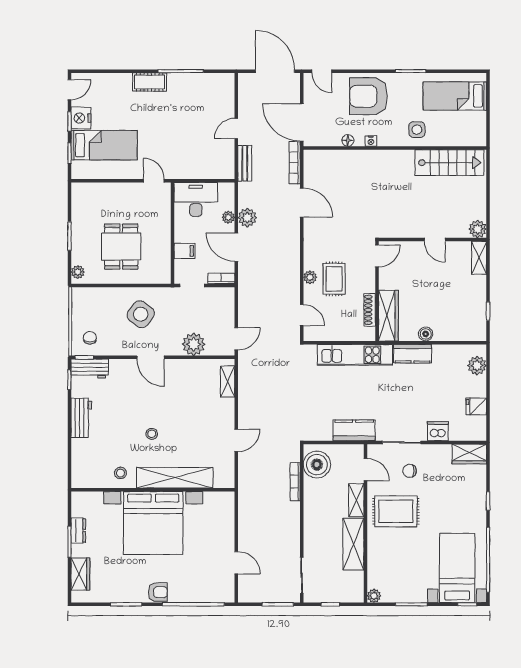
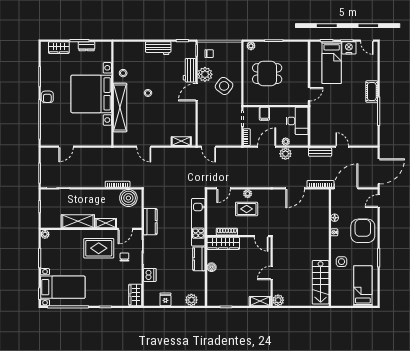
plant: (194, 344) -> (205, 74), moved
workbench: (90, 369) -> (189, 70), moved
rug: (396, 511) -> (99, 248), turned 90

